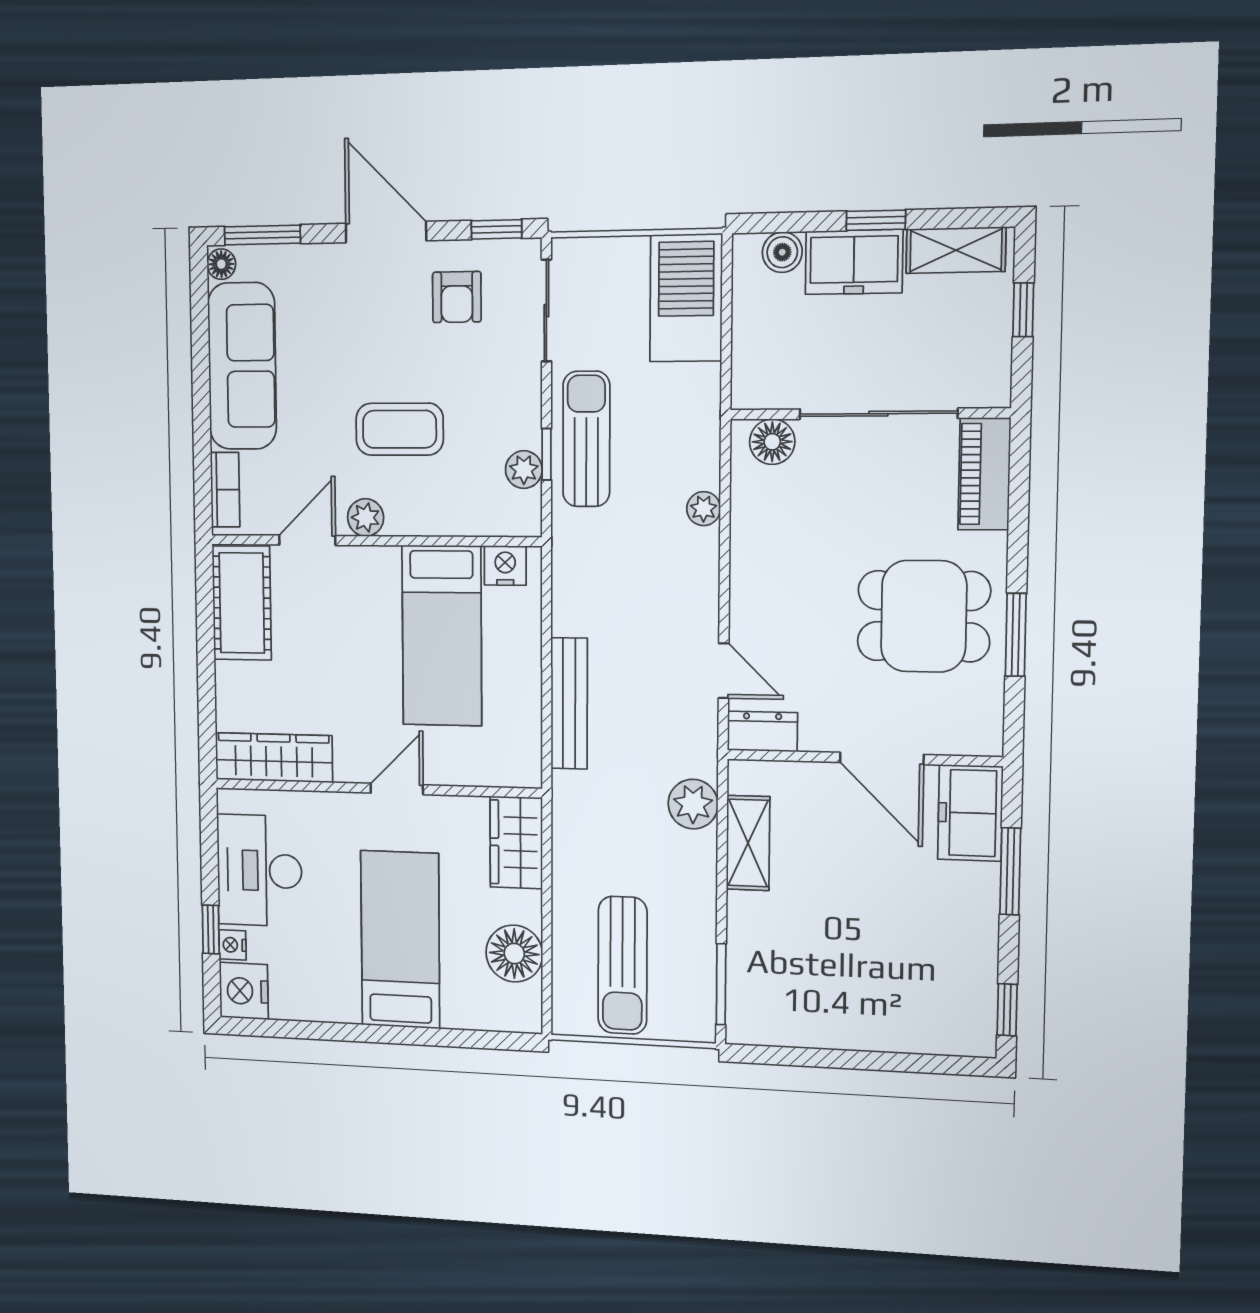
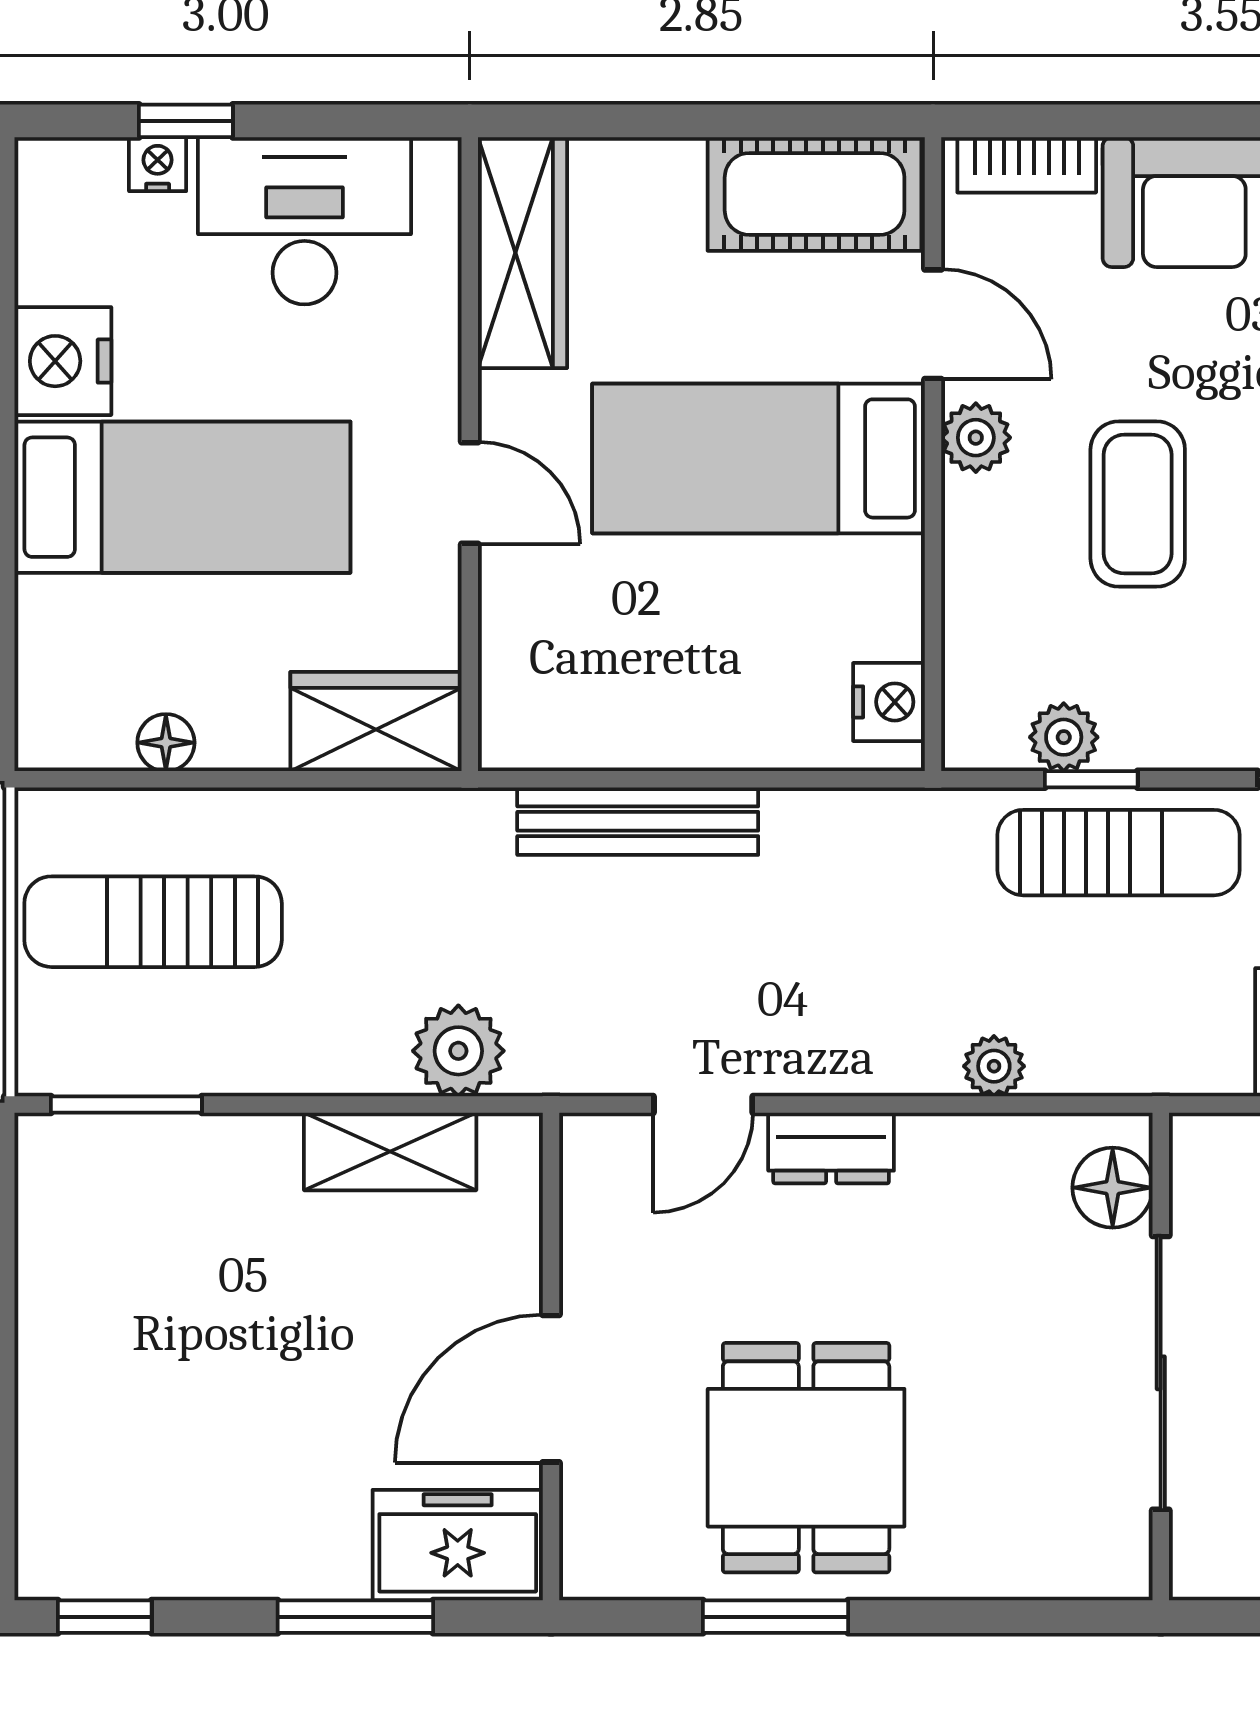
piano: (984, 474) -> (1056, 1557), removed
bed: (442, 636) -> (759, 458), moved
dresser: (762, 731) -> (831, 1148), moved, turned 90
floor lamp: (514, 954) -> (166, 743), width x0.53, depth x0.53
nightstand: (244, 991) -> (63, 361), moved, turned -90

